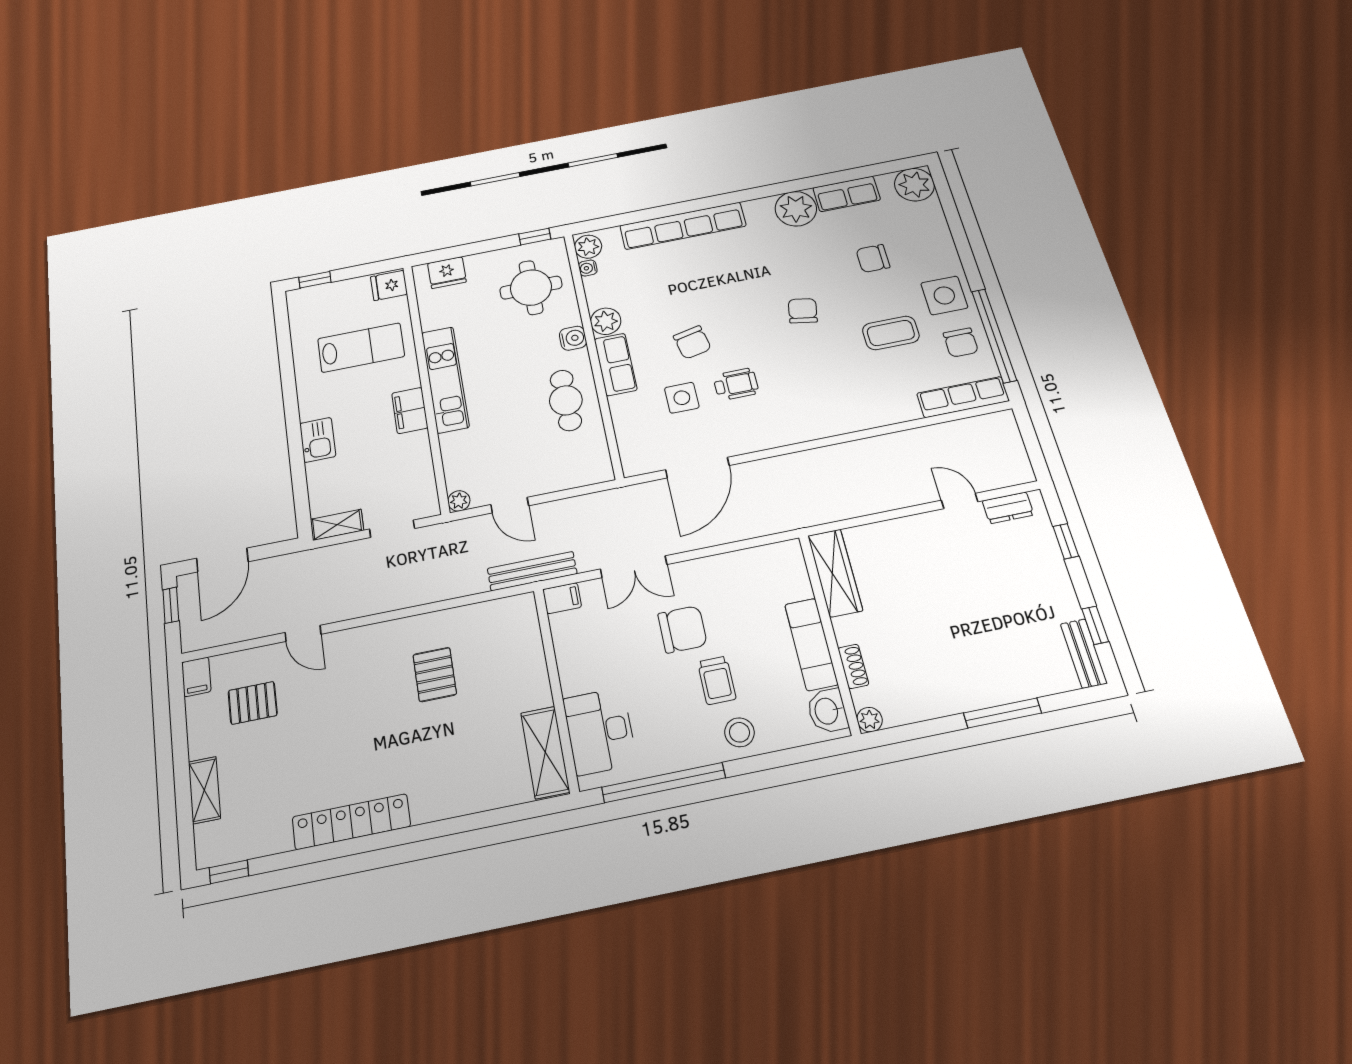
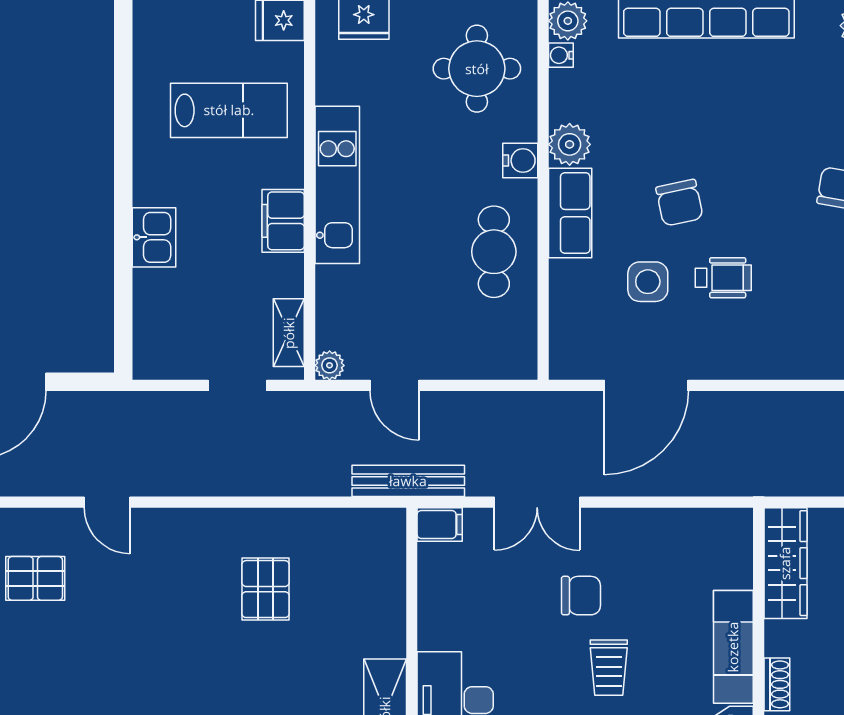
shelving: (337, 525) -> (289, 333), moved, turned 90
chair: (682, 629) -> (581, 596), width x0.73, depth x0.73

